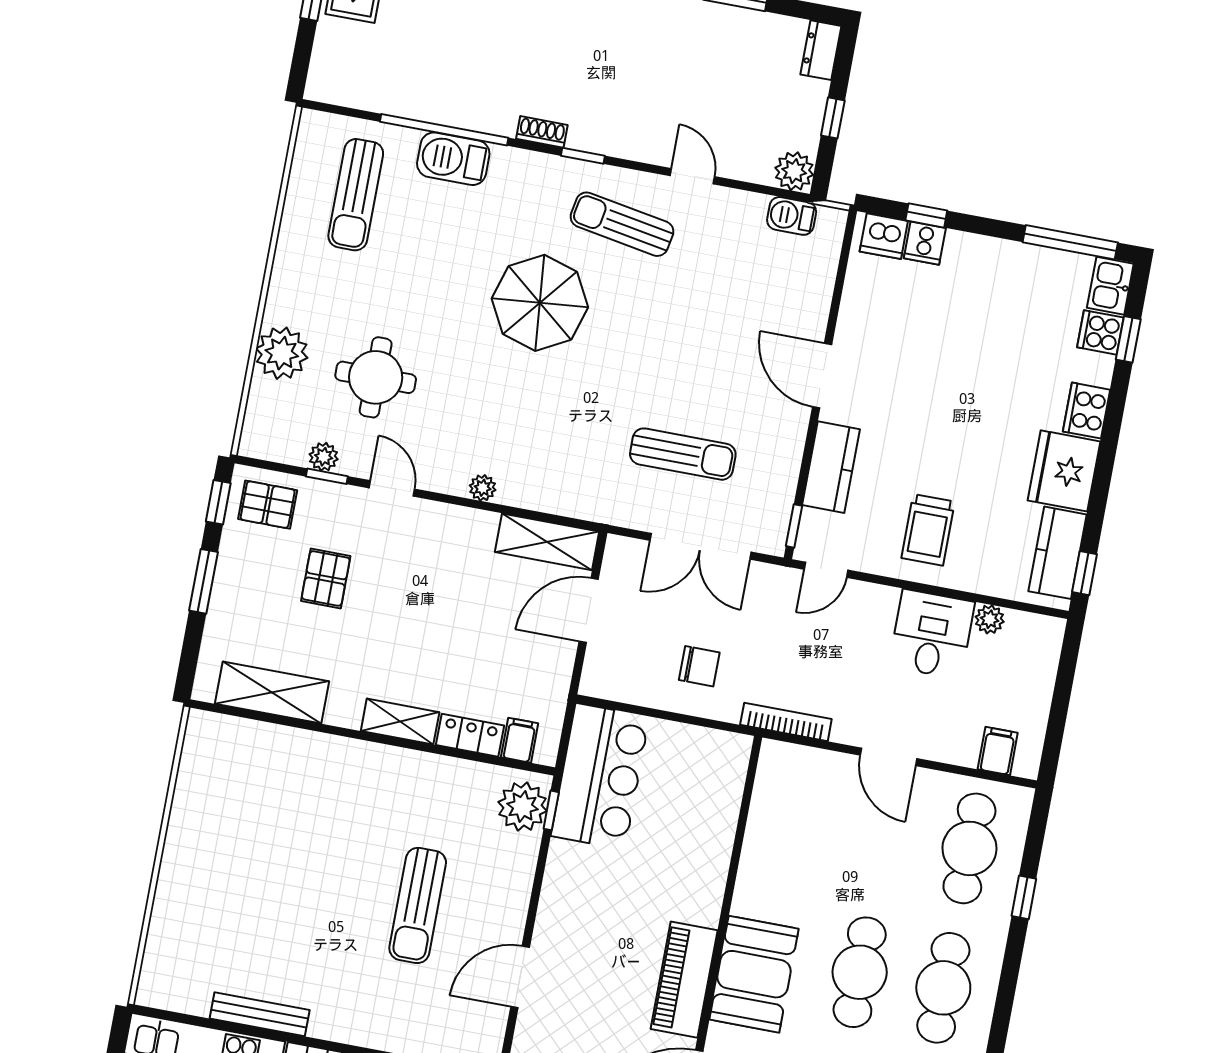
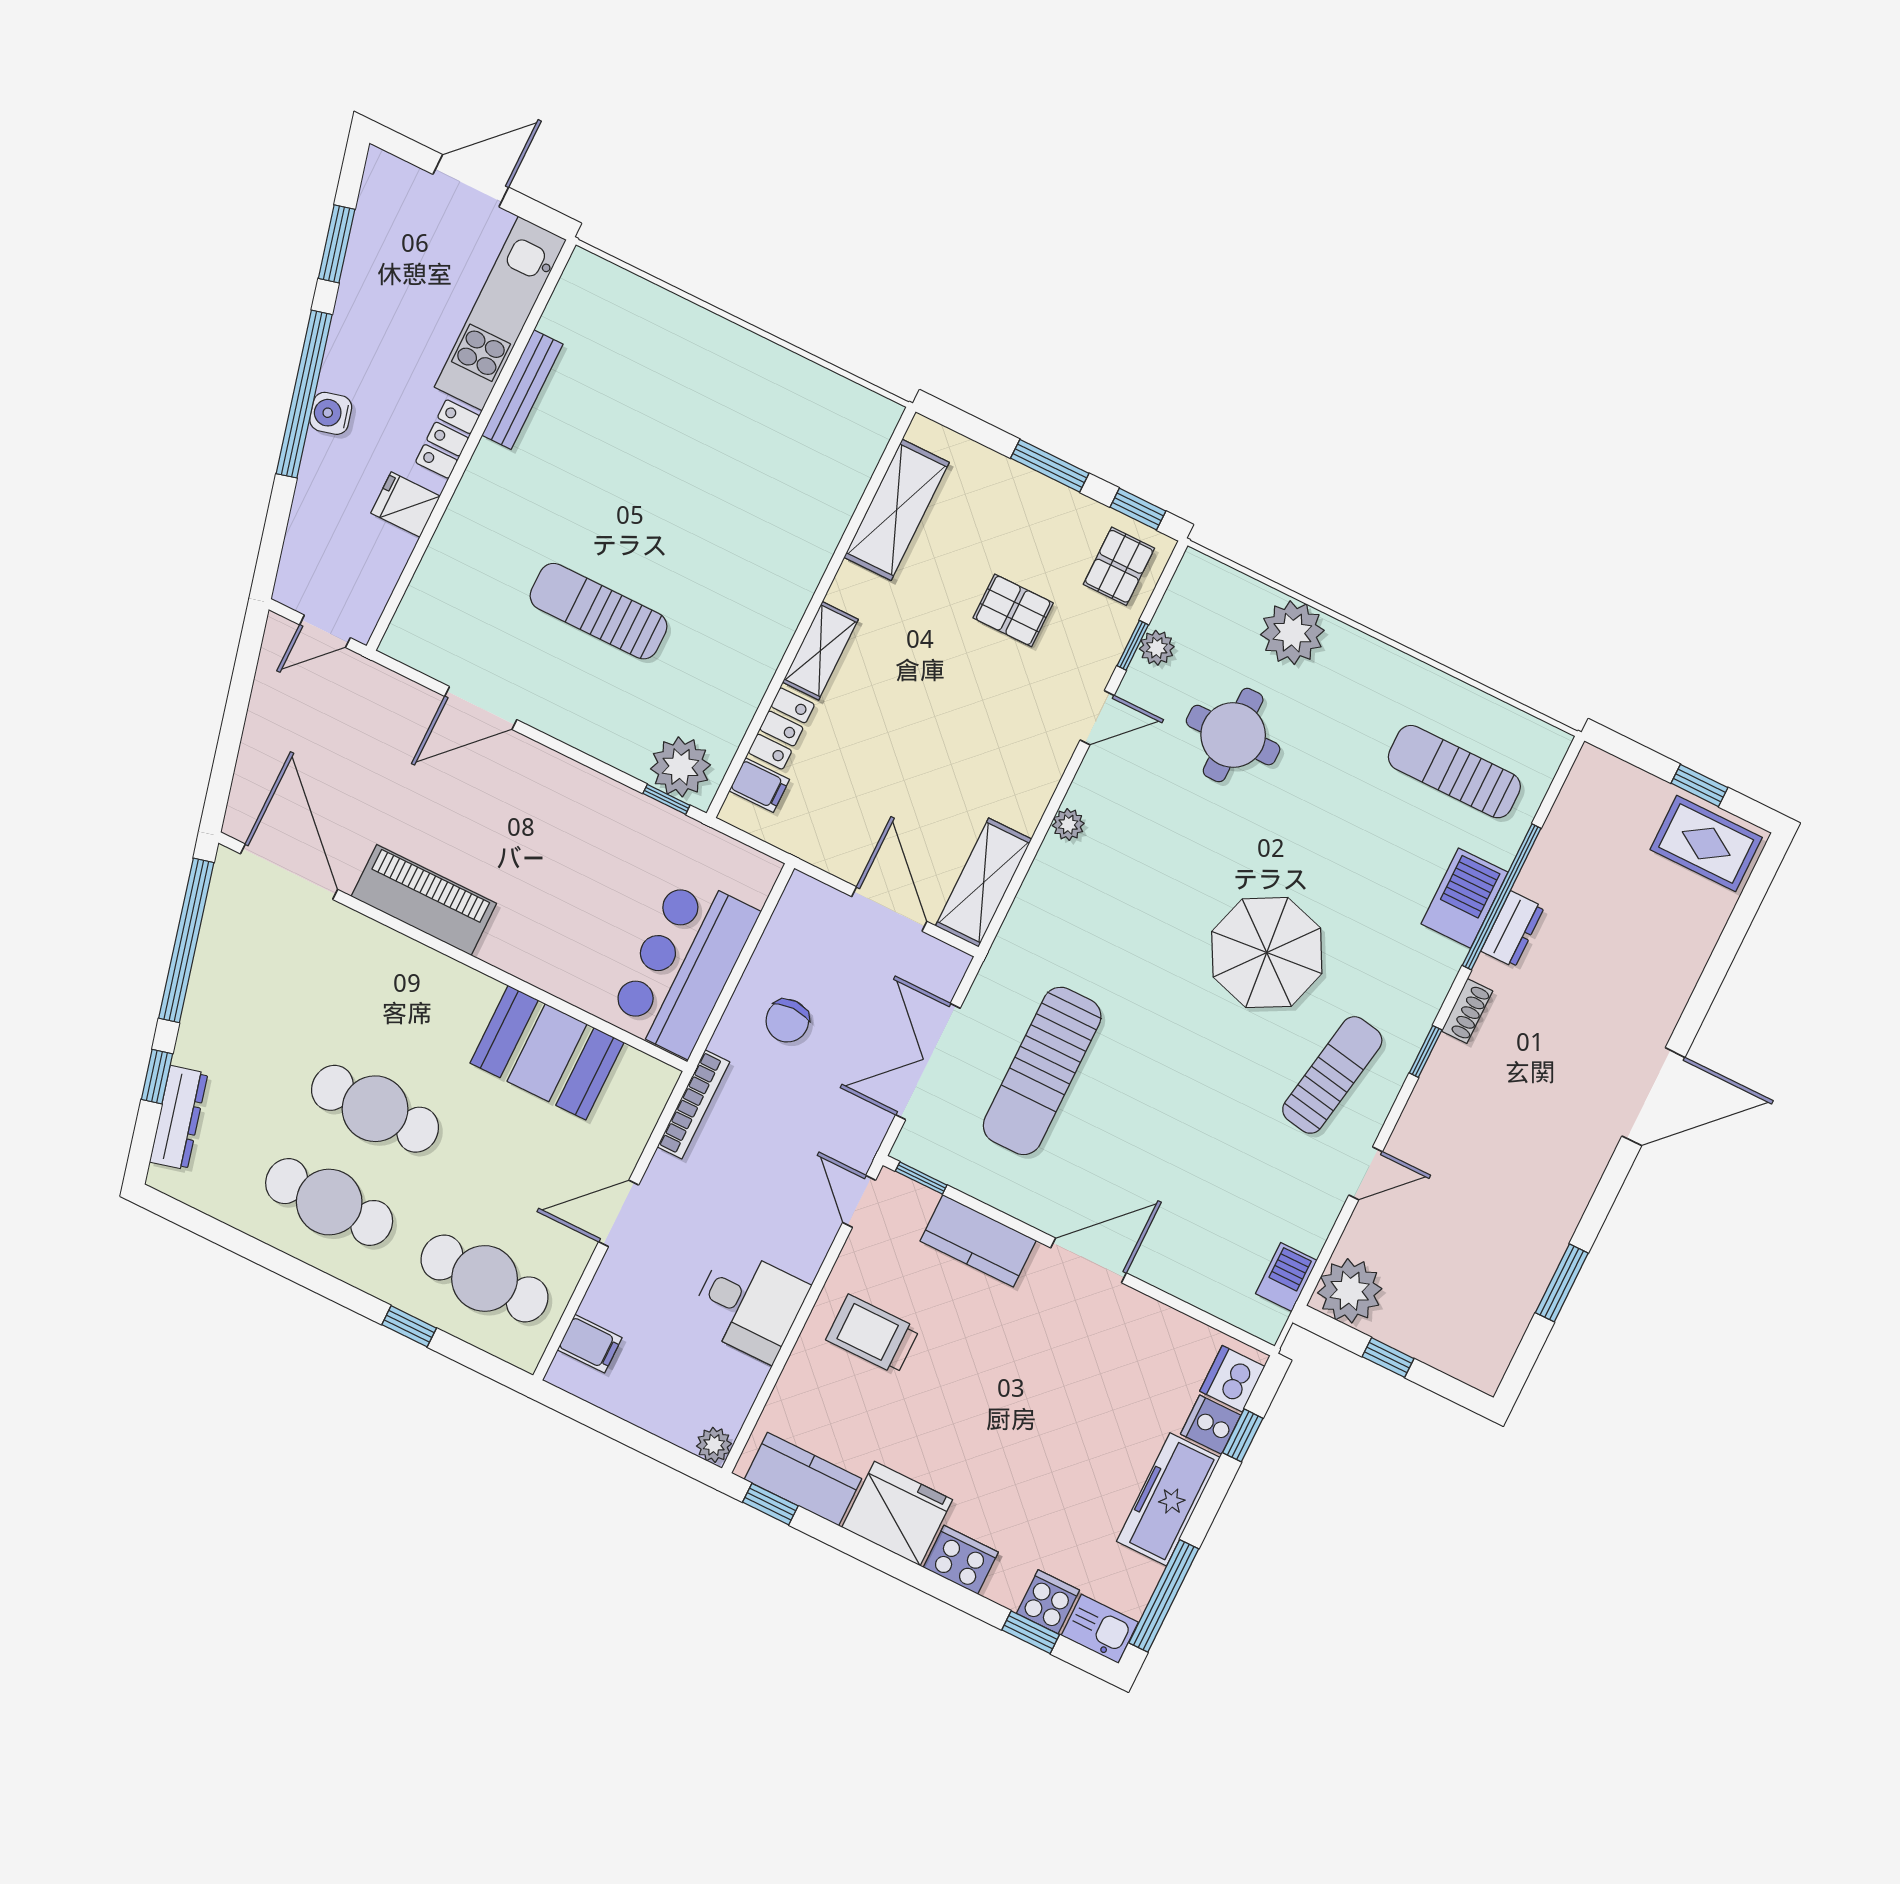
dresser: (821, 50) -> (1513, 929), moved, turned 90
plant: (794, 171) -> (1350, 1291), width x1.36, depth x1.36
freezer: (993, 260) -> (1168, 1499), added
sun lounger: (683, 454) -> (1042, 1071), width x1.36, depth x1.34
plant: (990, 619) -> (714, 1445), moved
bar counter: (600, 776) -> (684, 966), moved, turned 90
booth: (754, 974) -> (547, 1053), moved
door: (520, 977) -> (481, 708), swing flipped

